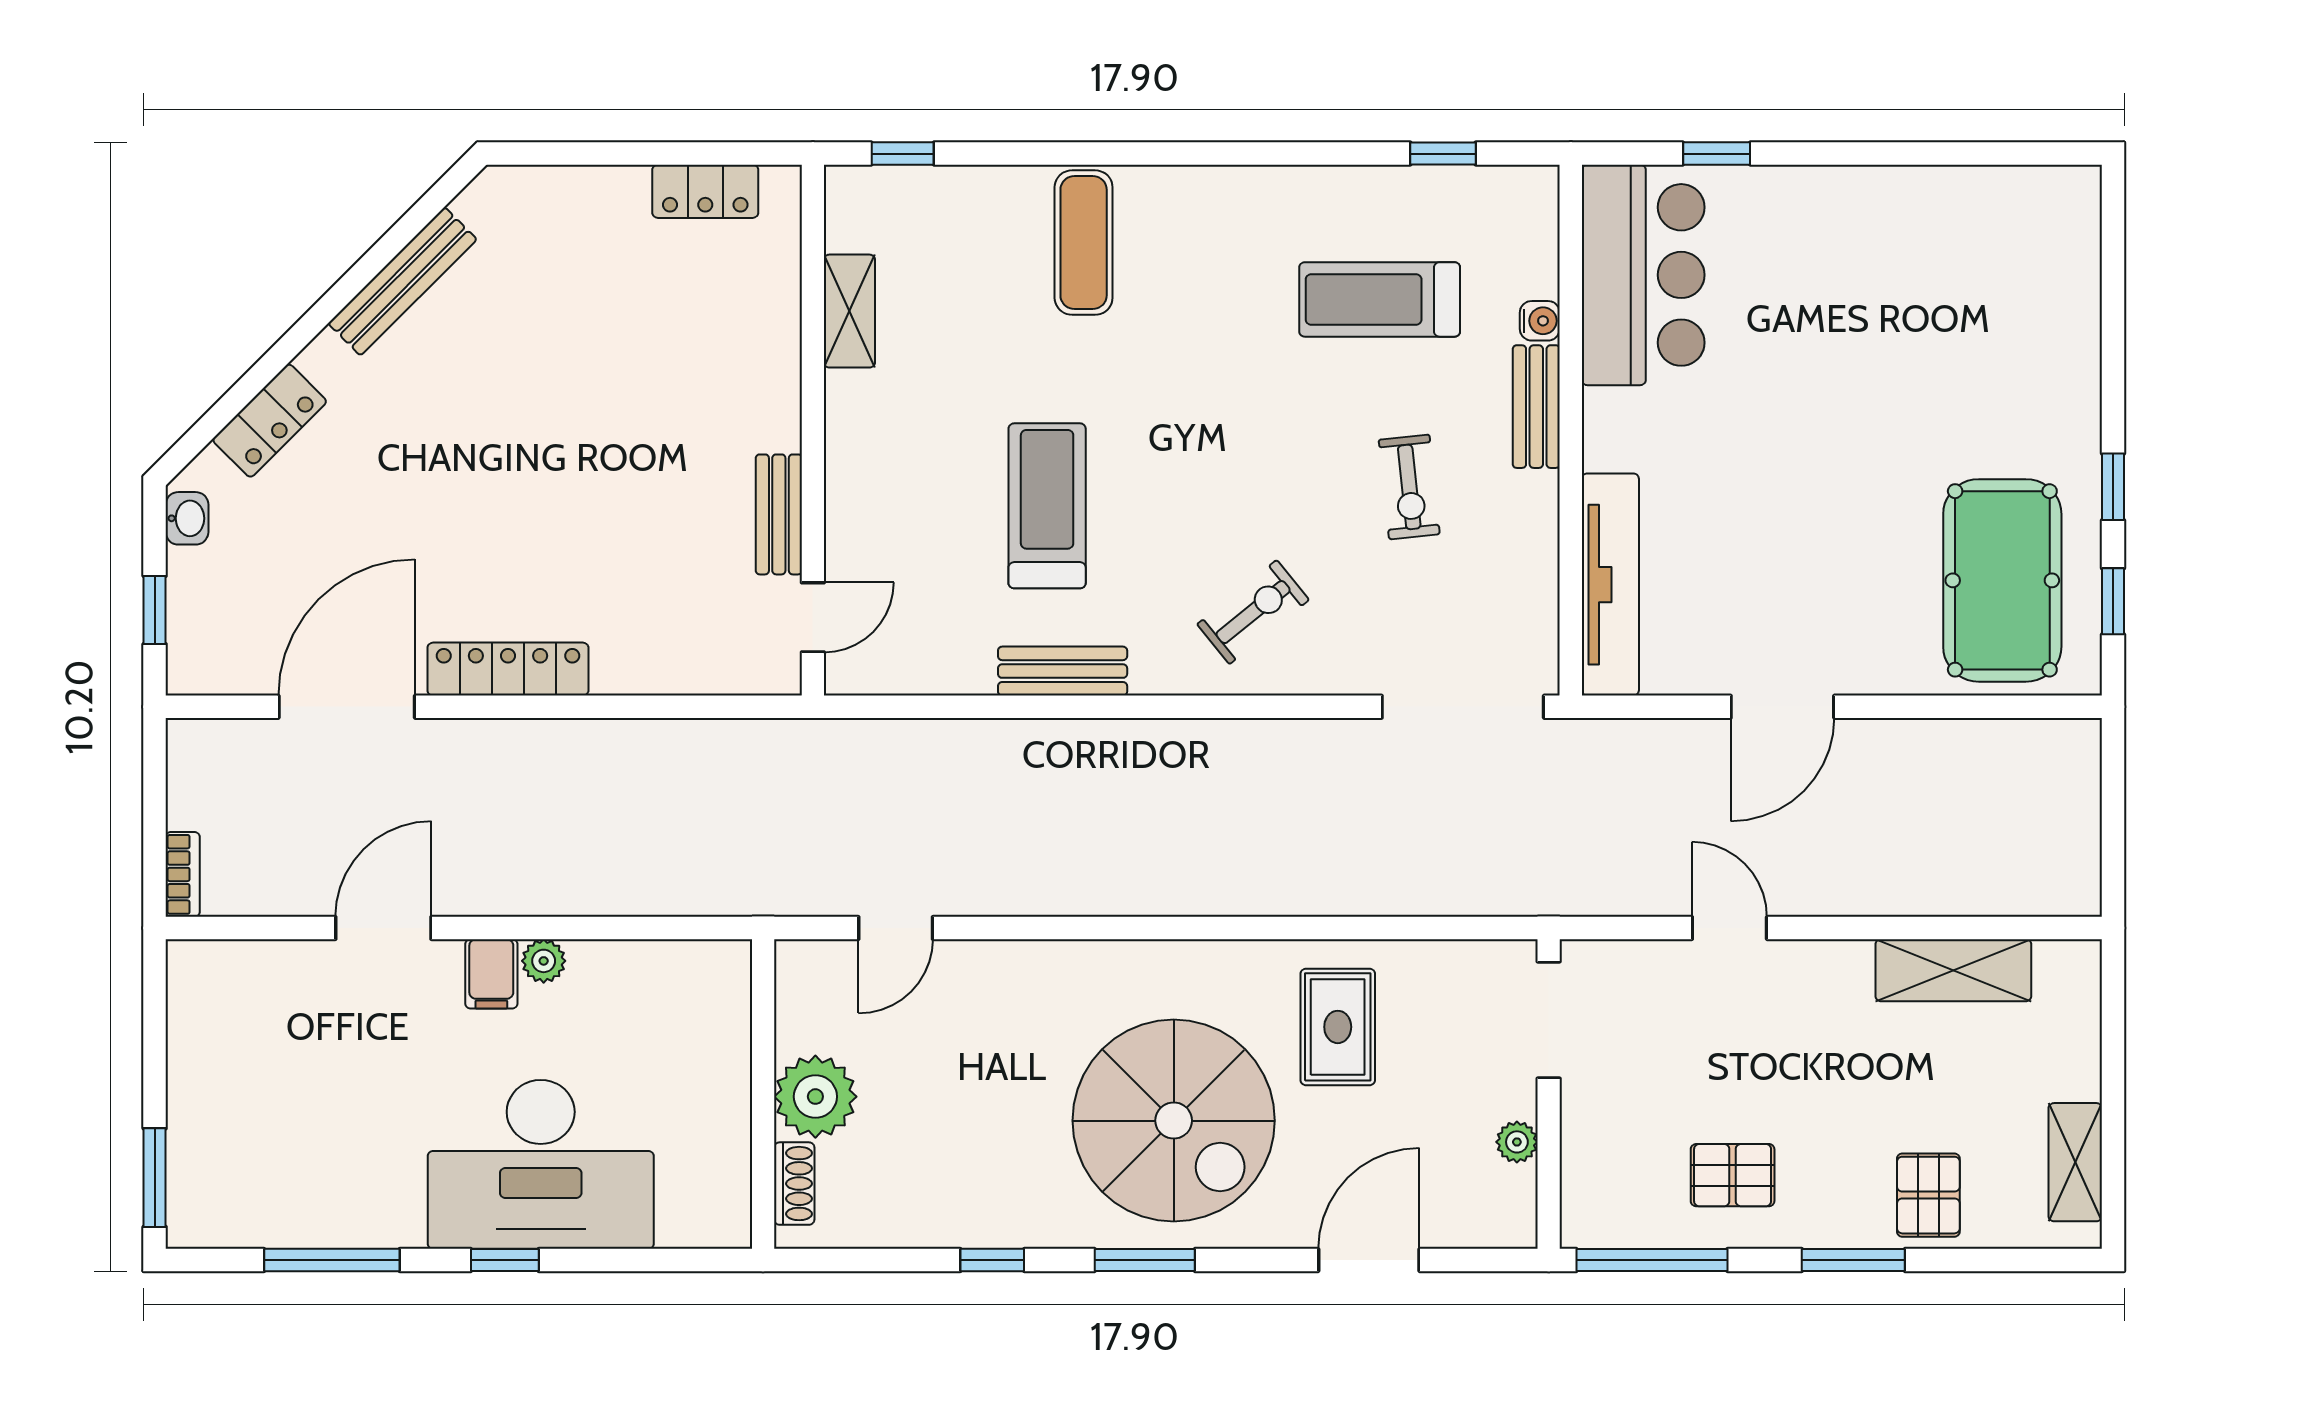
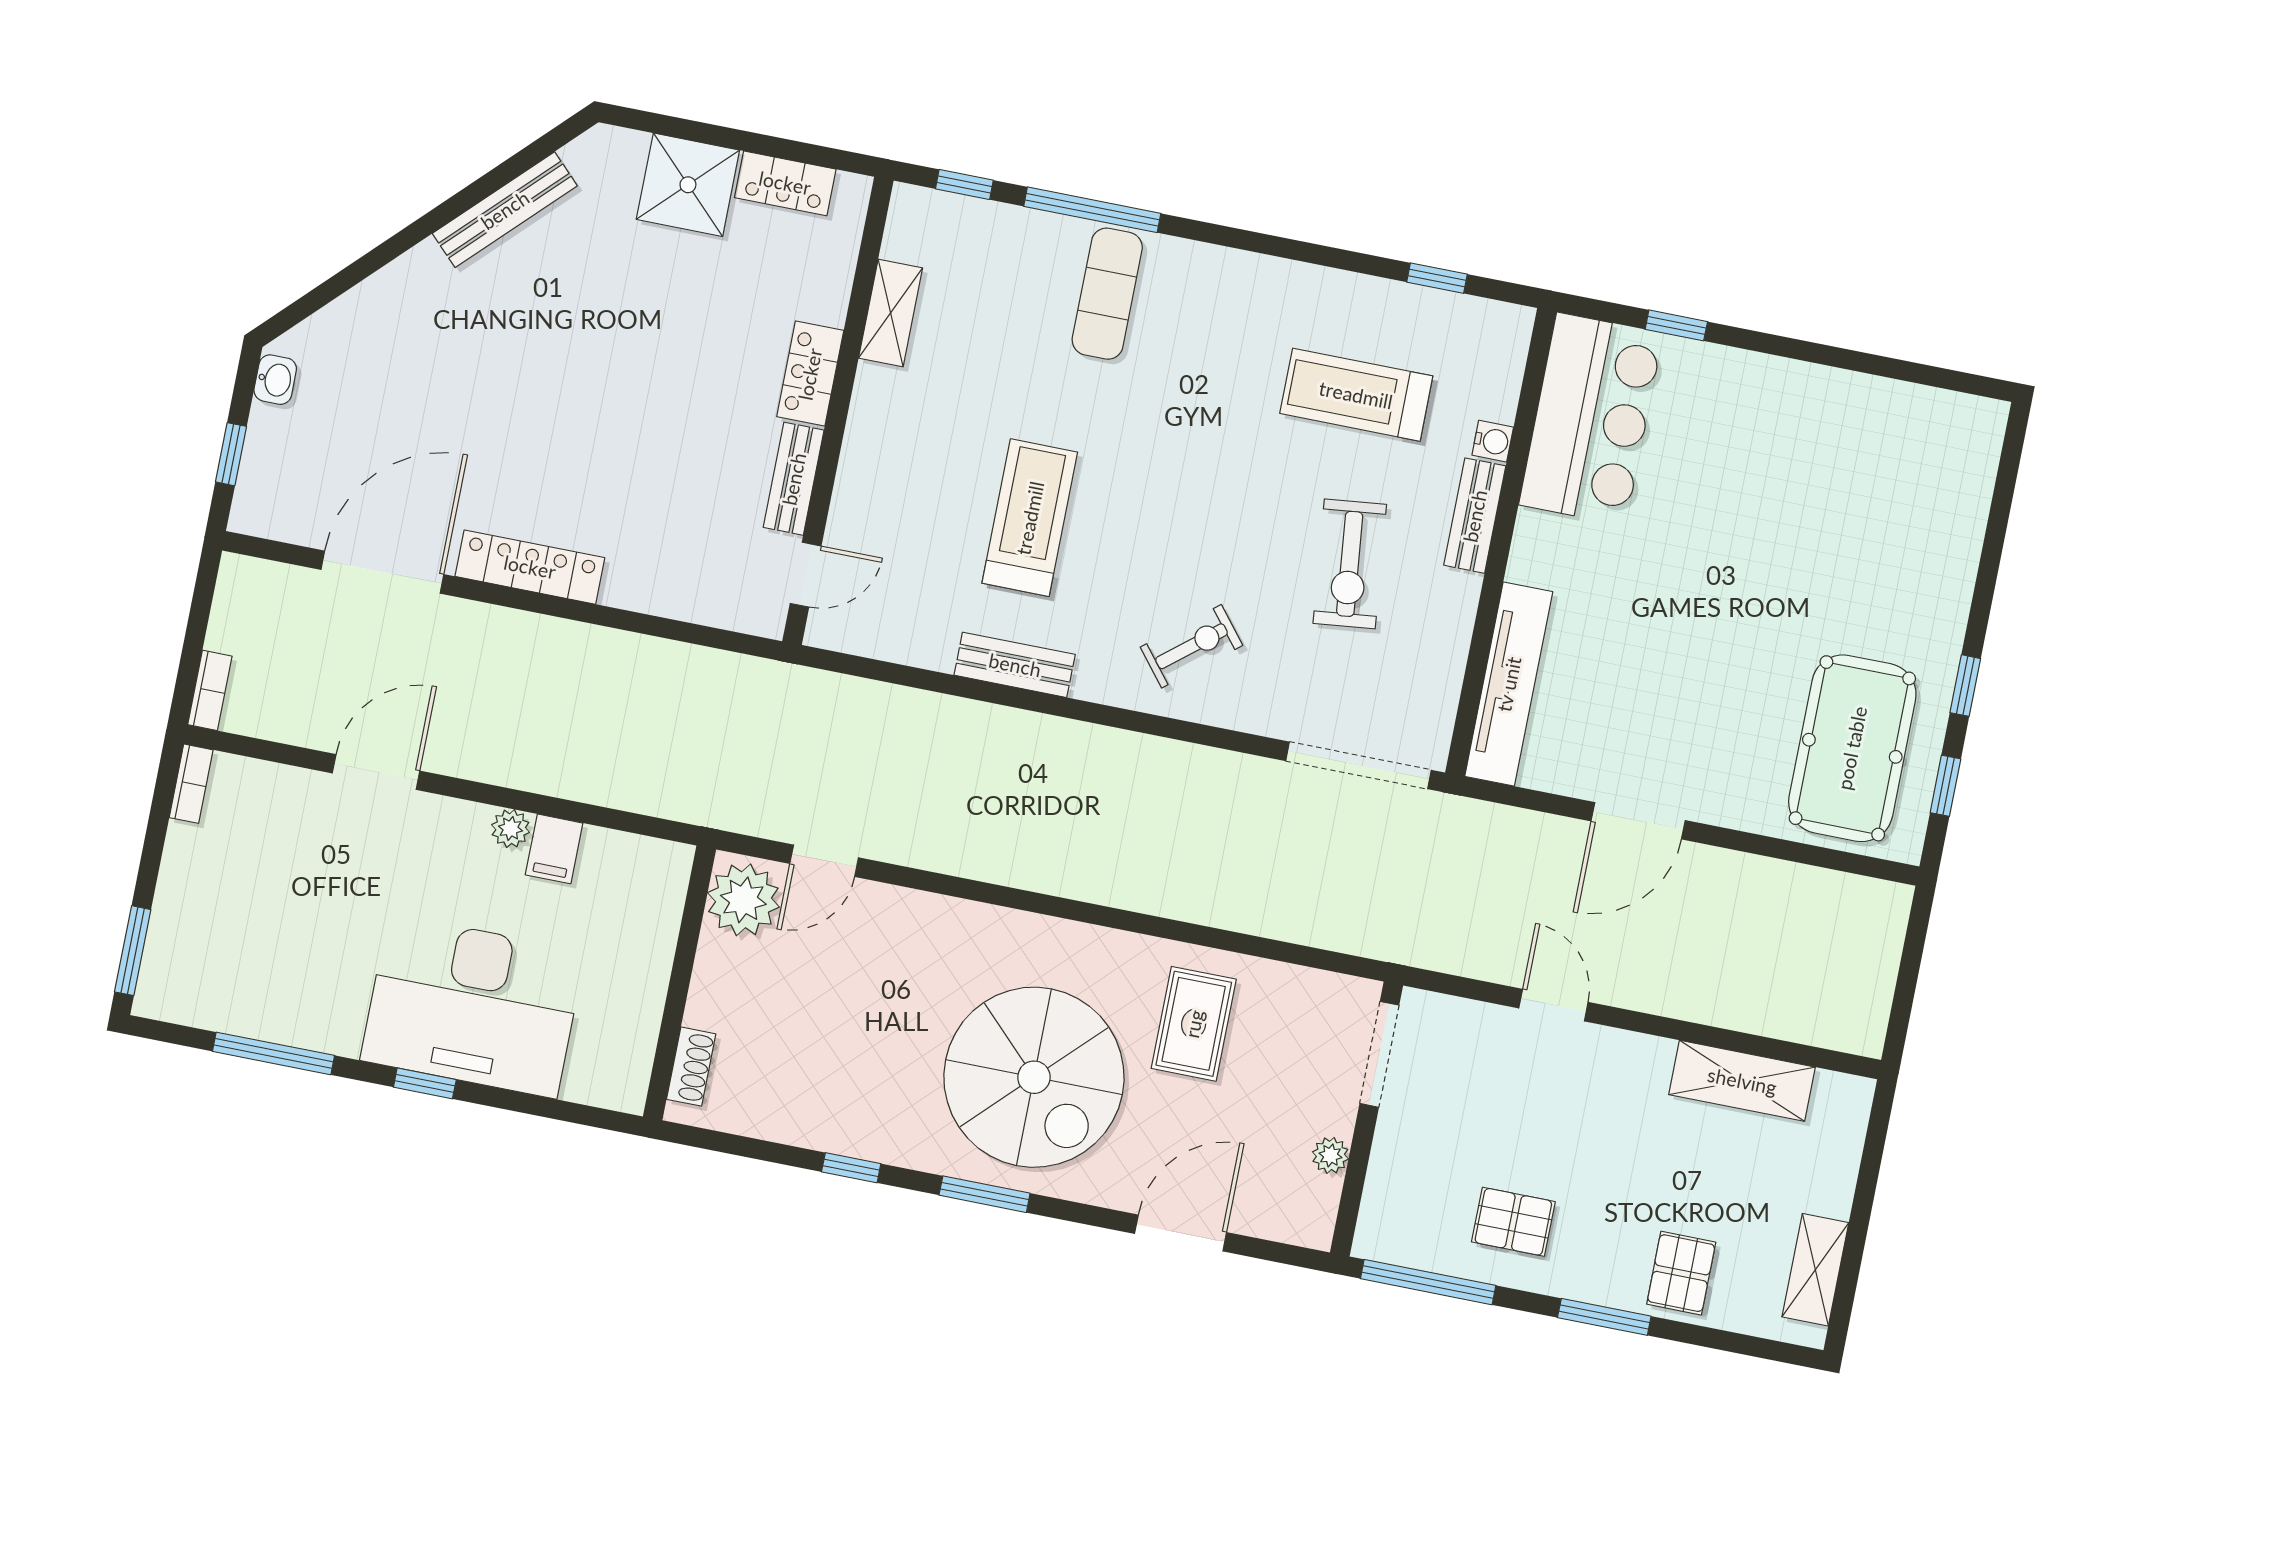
window: (1049, 154) -> (1092, 210), added
shower: (599, 214) -> (688, 185), added
locker: (270, 421) -> (810, 374), moved, turned 135
exercise bike: (1409, 487) -> (1350, 564), width x1.38, depth x1.39
filing cabinet: (491, 974) -> (554, 849), moved
bookcase: (182, 981) -> (191, 784), added
plant: (815, 1097) -> (743, 900), moved

